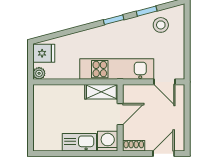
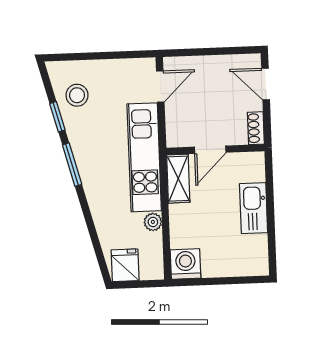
window: (114, 20) -> (72, 165), width x1.50
plant: (39, 73) -> (153, 222), moved
door: (120, 114) -> (210, 150), swing flipped
washing machine: (108, 141) -> (186, 264), moved, turned 90

